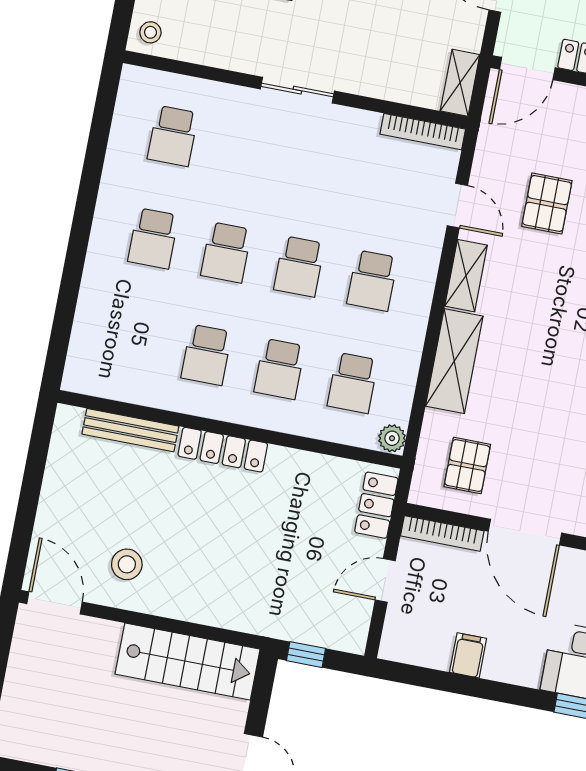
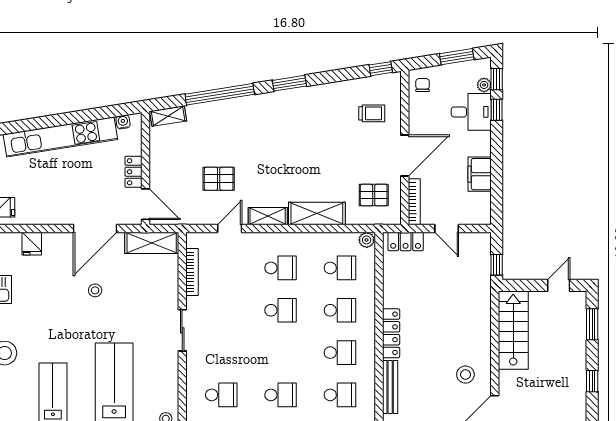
shelving: (460, 83) -> (152, 243), width x1.50, depth x1.33
bookcase: (423, 132) -> (192, 272), moved
school desk: (226, 252) -> (340, 395), moved
filing cabinet: (468, 655) -> (480, 174), width x2.00

